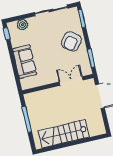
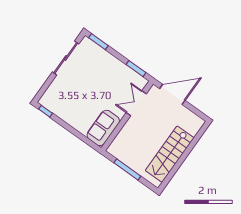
plant: (22, 25) -> (52, 92), removed
armchair: (71, 41) -> (107, 69), removed
sofa: (25, 62) -> (103, 128), moved, turned -90

